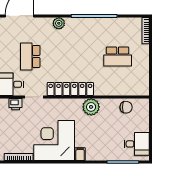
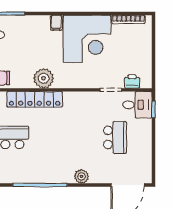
locker: (70, 89) -> (35, 99), moved

